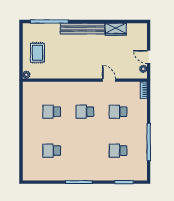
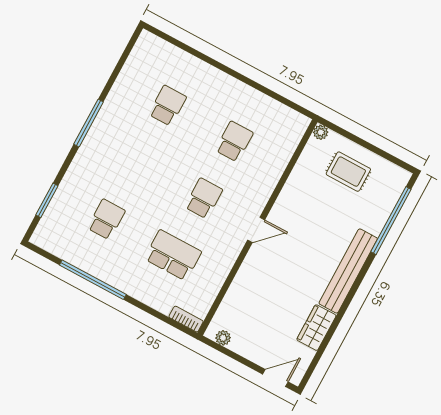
door: (149, 57) -> (275, 378), moved
door: (109, 80) -> (256, 230), moved
school desk: (118, 112) -> (173, 255), width x1.85

